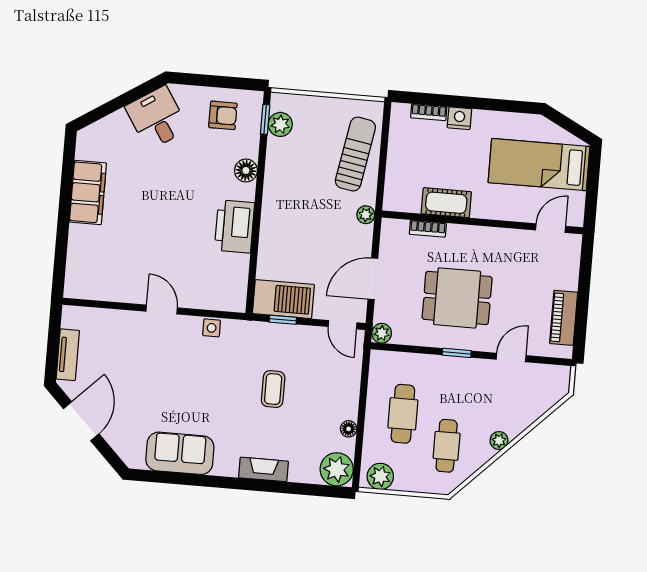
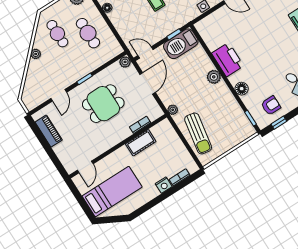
window: (230, 83) -> (279, 123), added
armchair: (223, 115) -> (271, 105), turned 180
plant: (280, 124) -> (214, 77), moved

